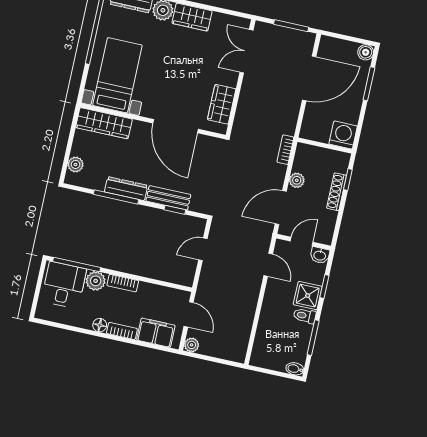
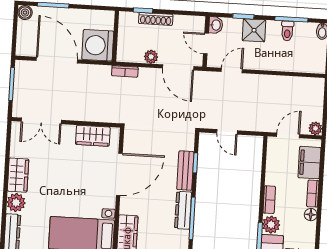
washing machine: (343, 135) -> (98, 45), moved, width x1.37, depth x1.37
toilet: (305, 316) -> (287, 31), moved

